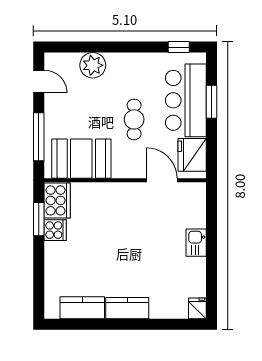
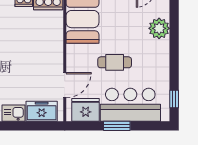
window: (212, 102) -> (117, 126), moved
freezer: (194, 208) -> (42, 111), added

